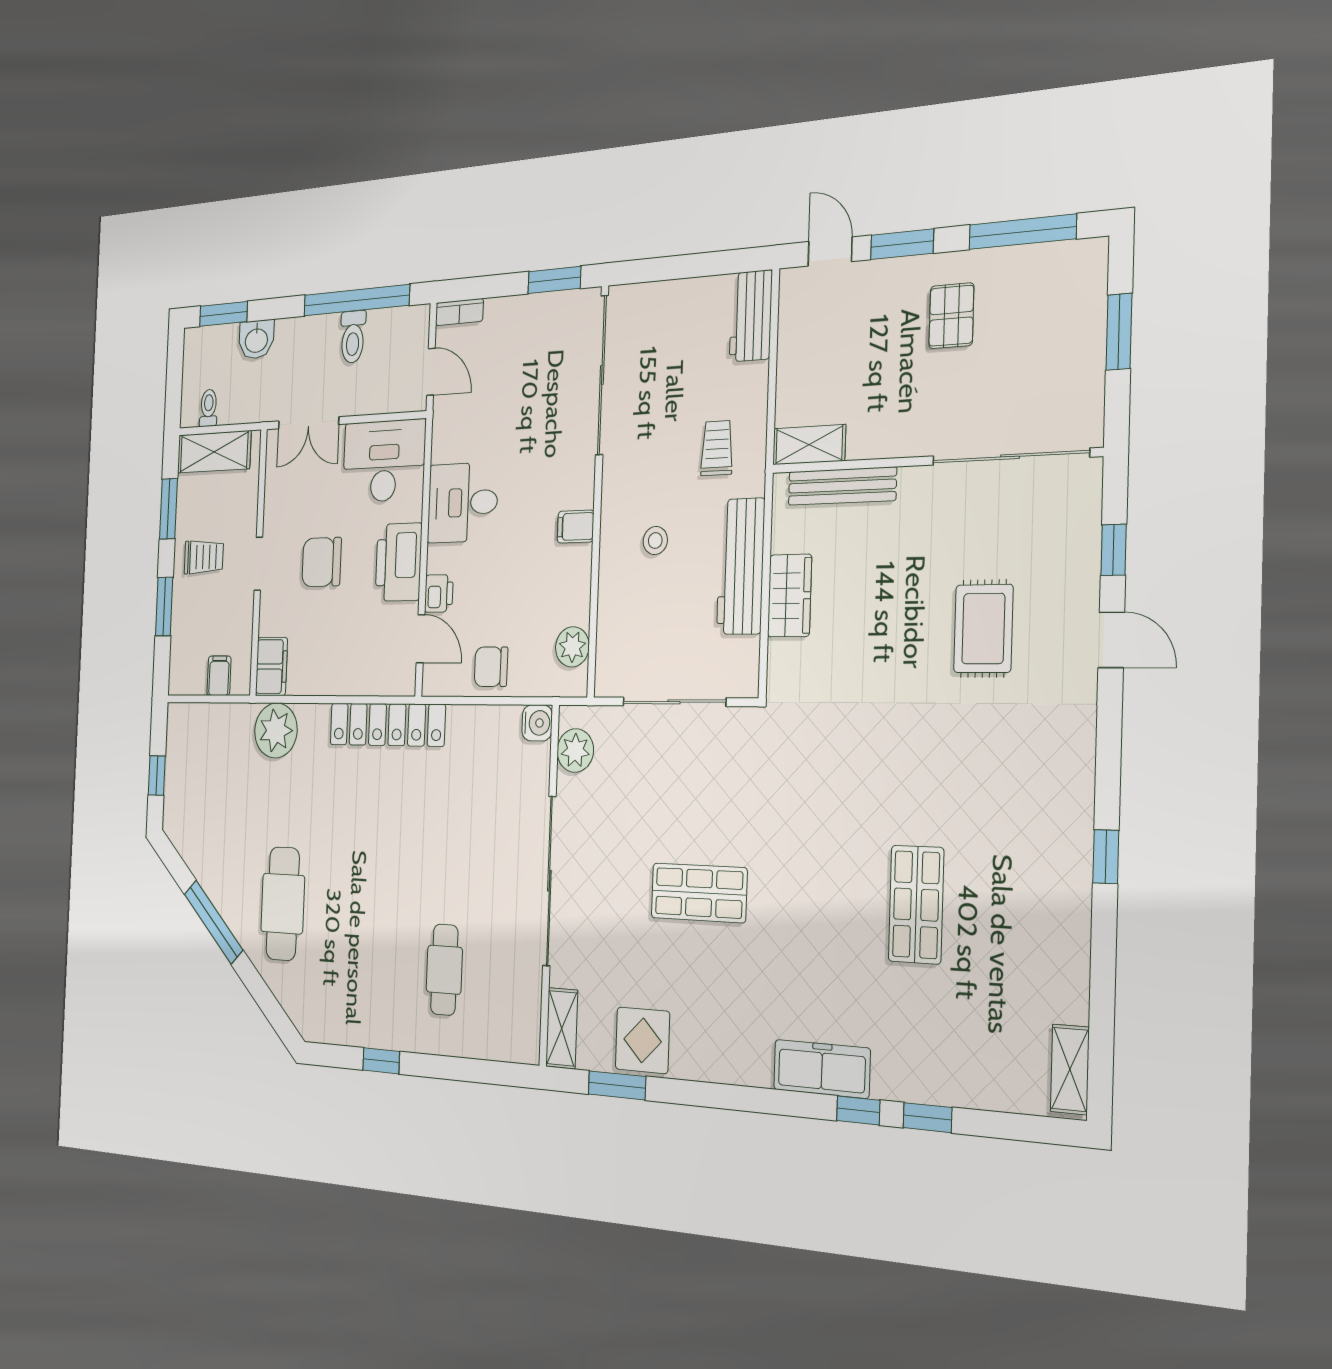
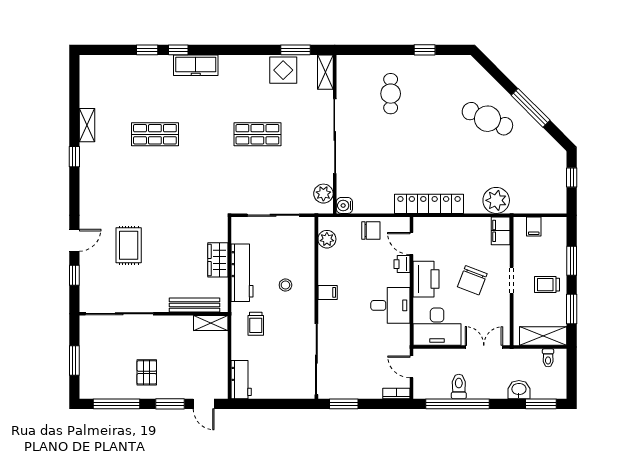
chair: (322, 562) -> (472, 280), turned 111
door: (1111, 640) -> (74, 240), swing flipped
cafe table: (283, 904) -> (487, 119), turned -66
shop shelf: (916, 905) -> (155, 134), turned 90
shelving: (1070, 1069) -> (87, 125), moved

